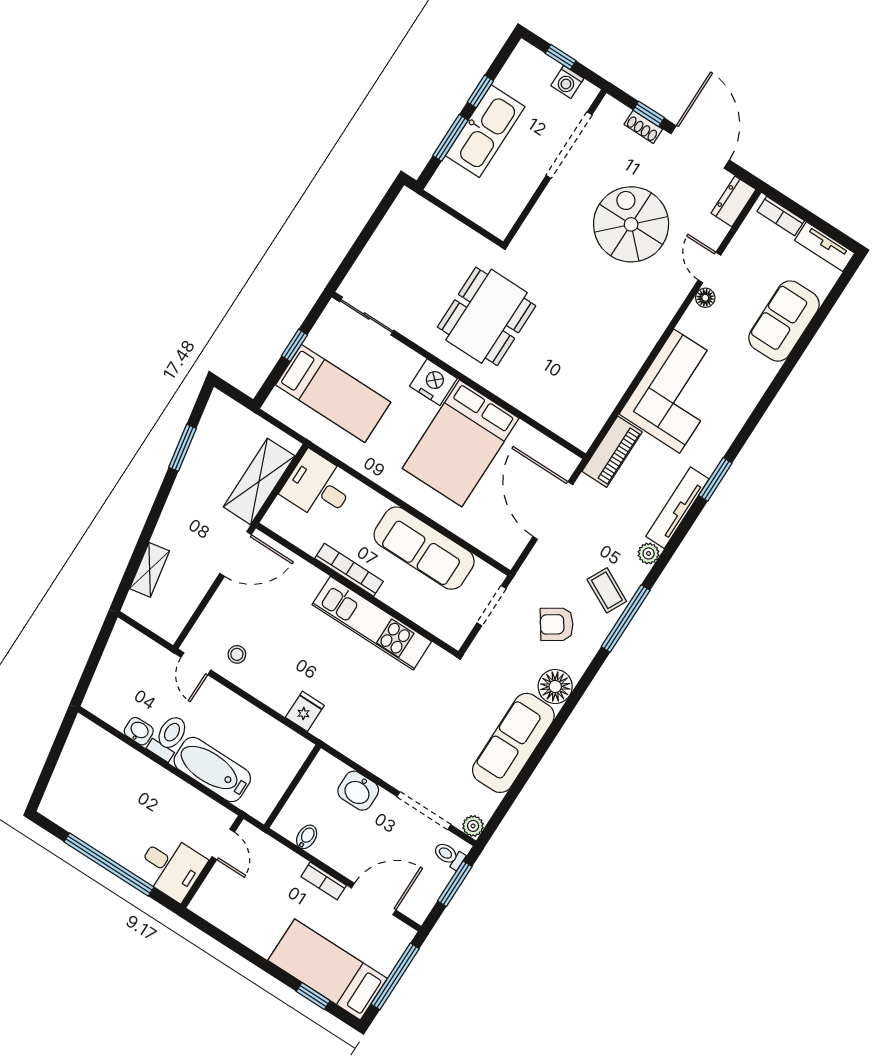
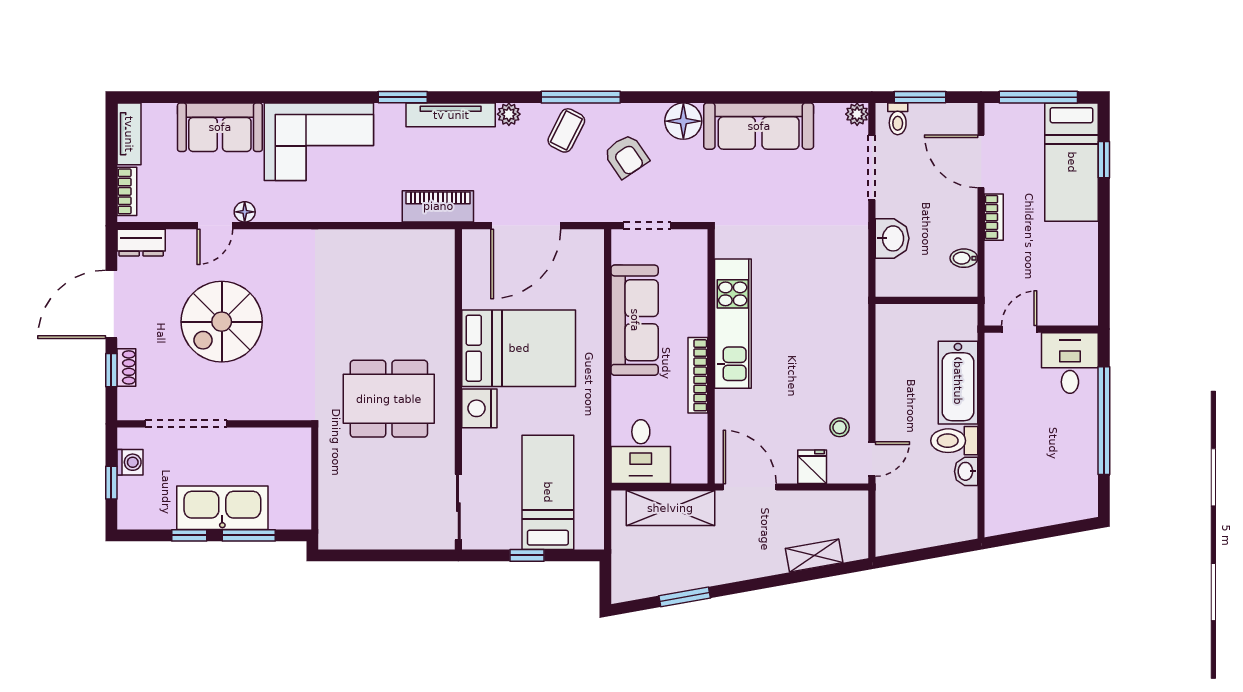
corner sofa: (677, 391) -> (319, 142), moved, turned 180
fridge: (305, 711) -> (812, 467), moved, turned 90

